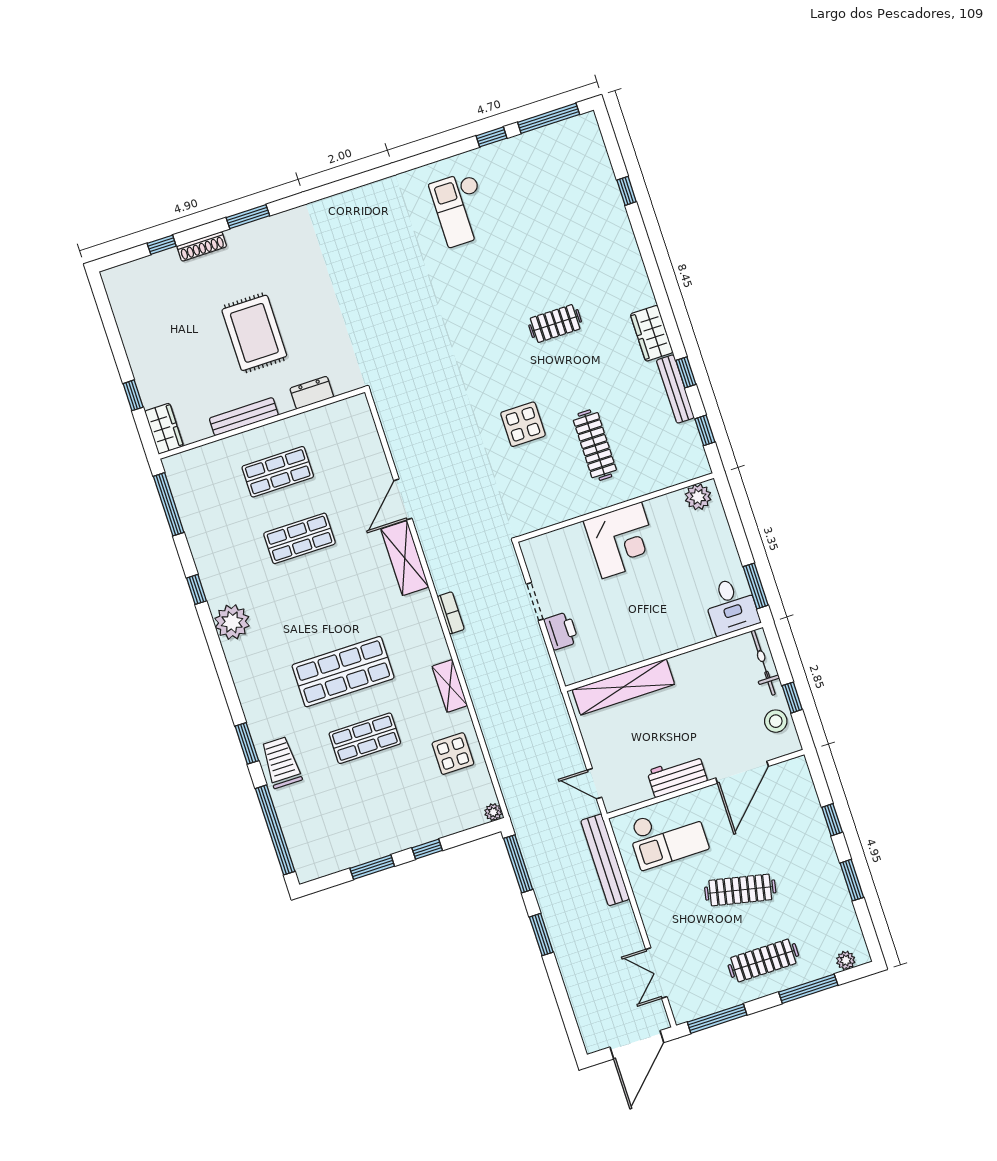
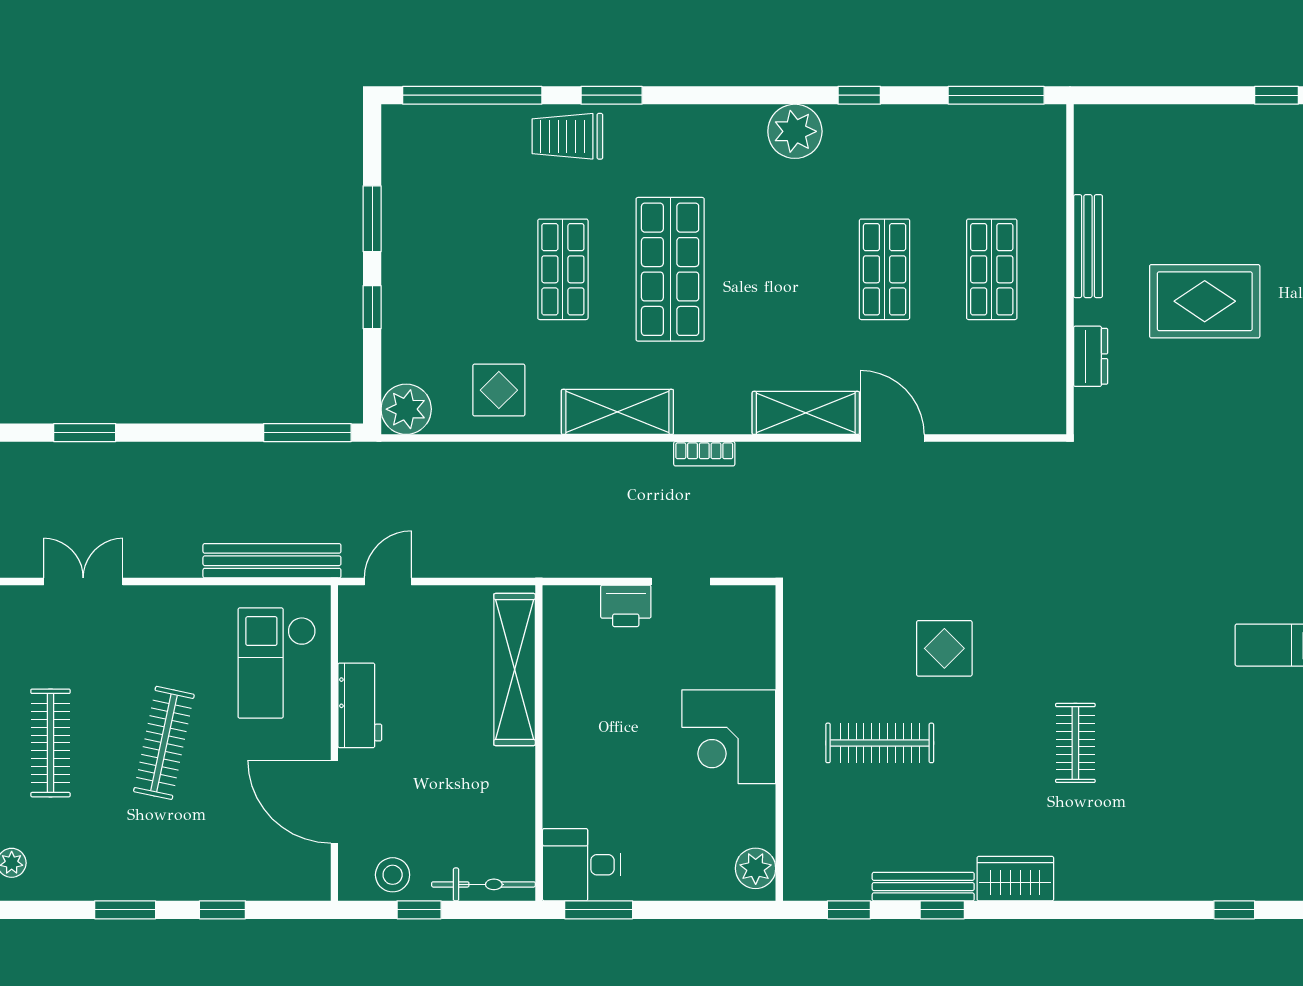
window: (133, 395) -> (1277, 95), moved
wardrobe: (164, 429) -> (1108, 124), removed
shelving: (450, 686) -> (617, 412), width x1.50, depth x1.33
trolley: (281, 762) -> (567, 136), turned 180
plant: (493, 812) -> (406, 409), width x1.88, depth x1.88
window: (541, 935) -> (85, 433), moved

